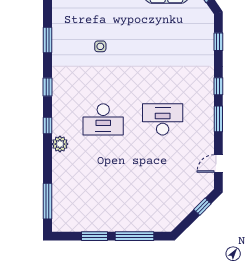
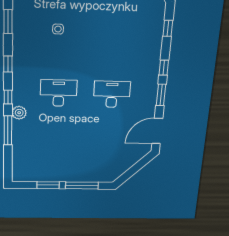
desk: (103, 119) -> (59, 93), turned 180
door: (218, 164) -> (157, 131), width x1.87
window: (47, 201) -> (8, 130), moved
window: (202, 207) -> (141, 164), removed

